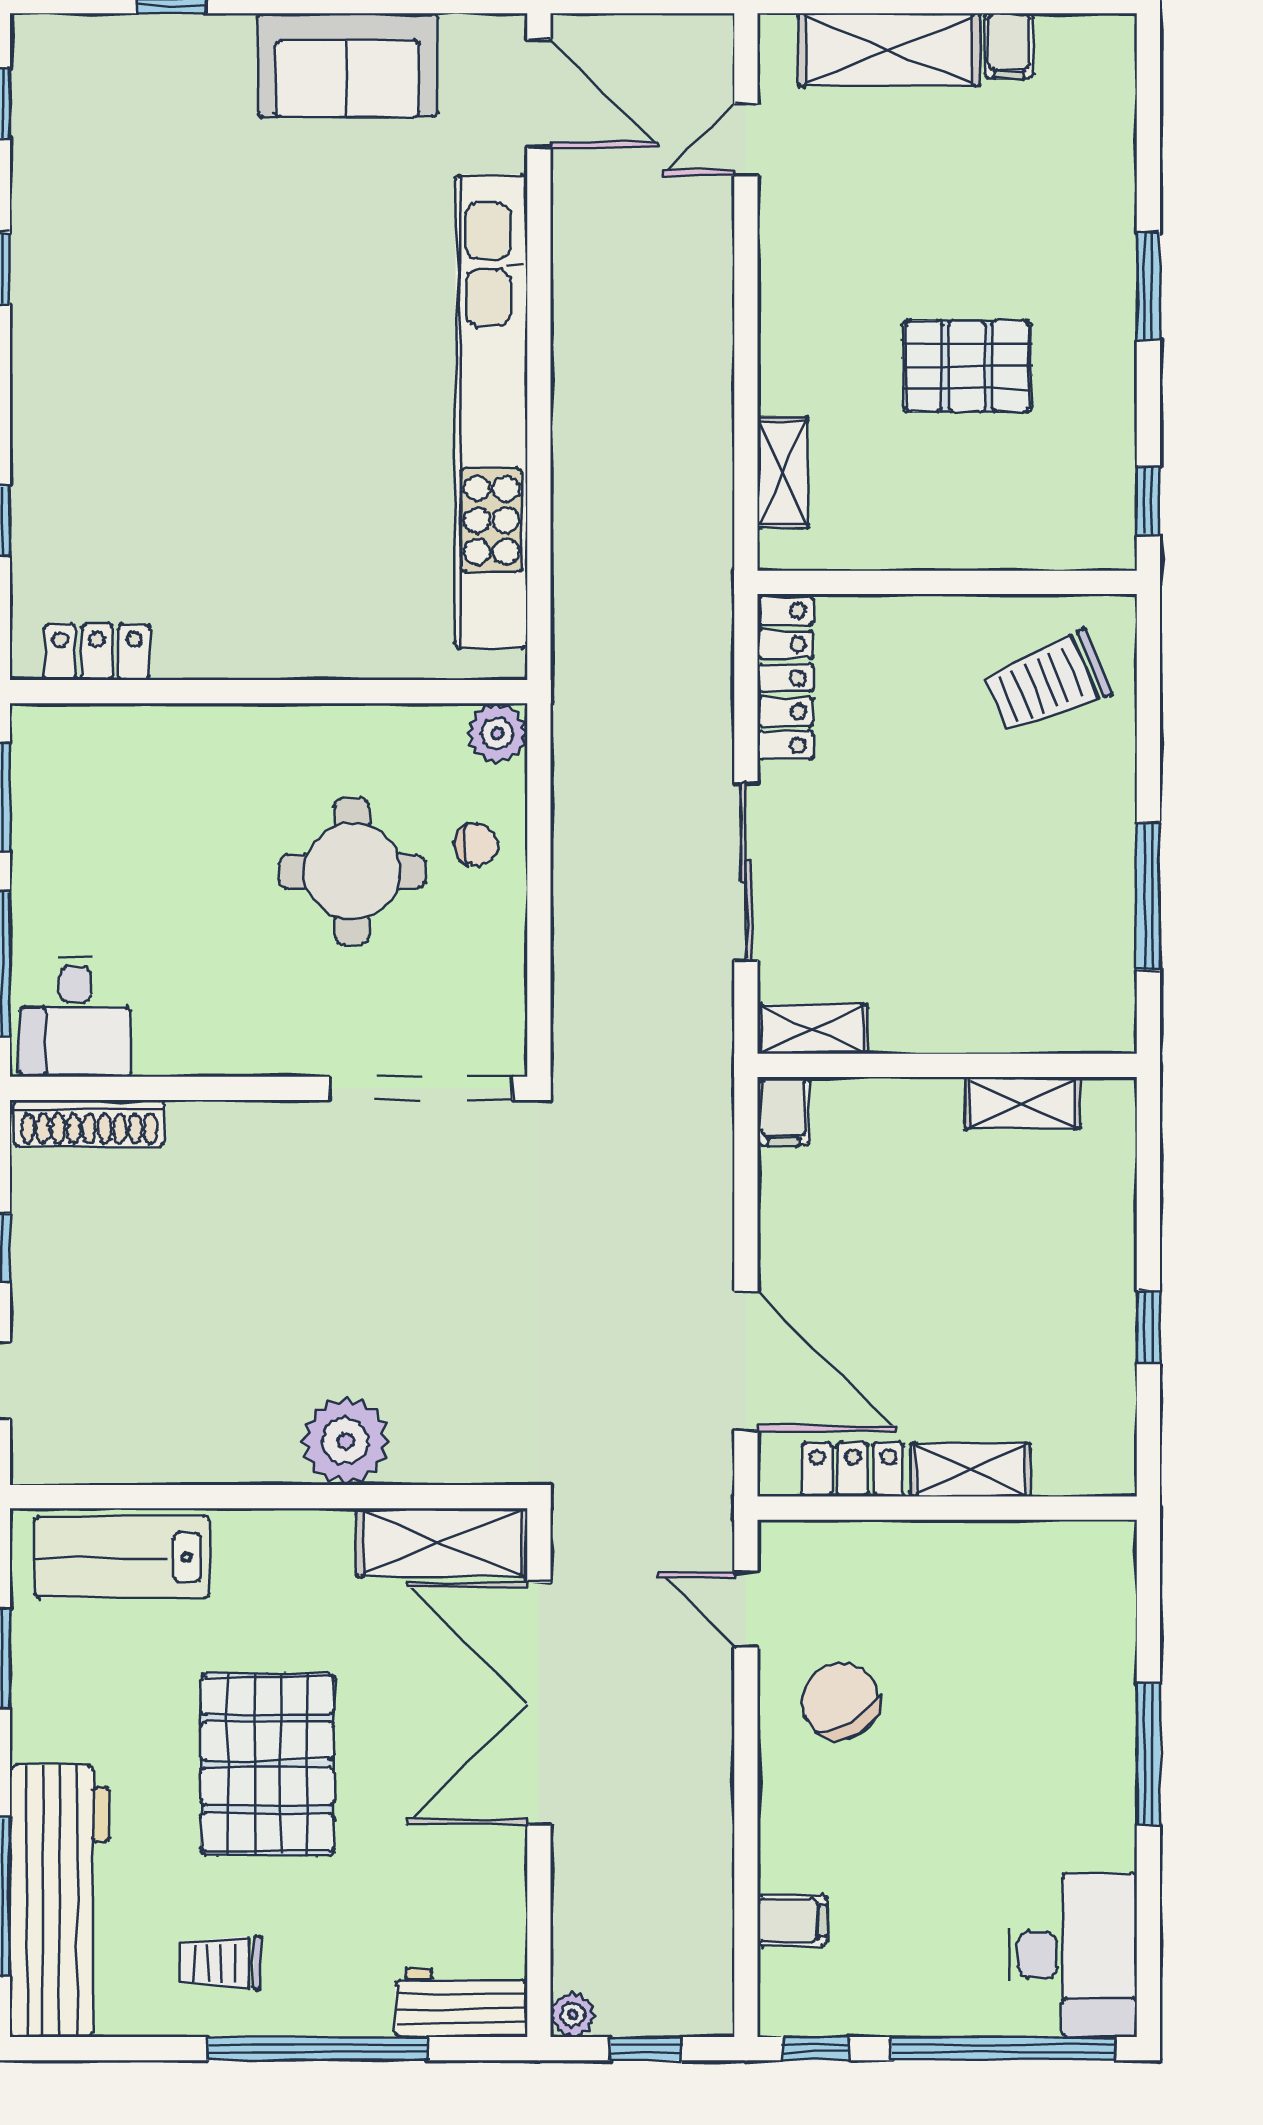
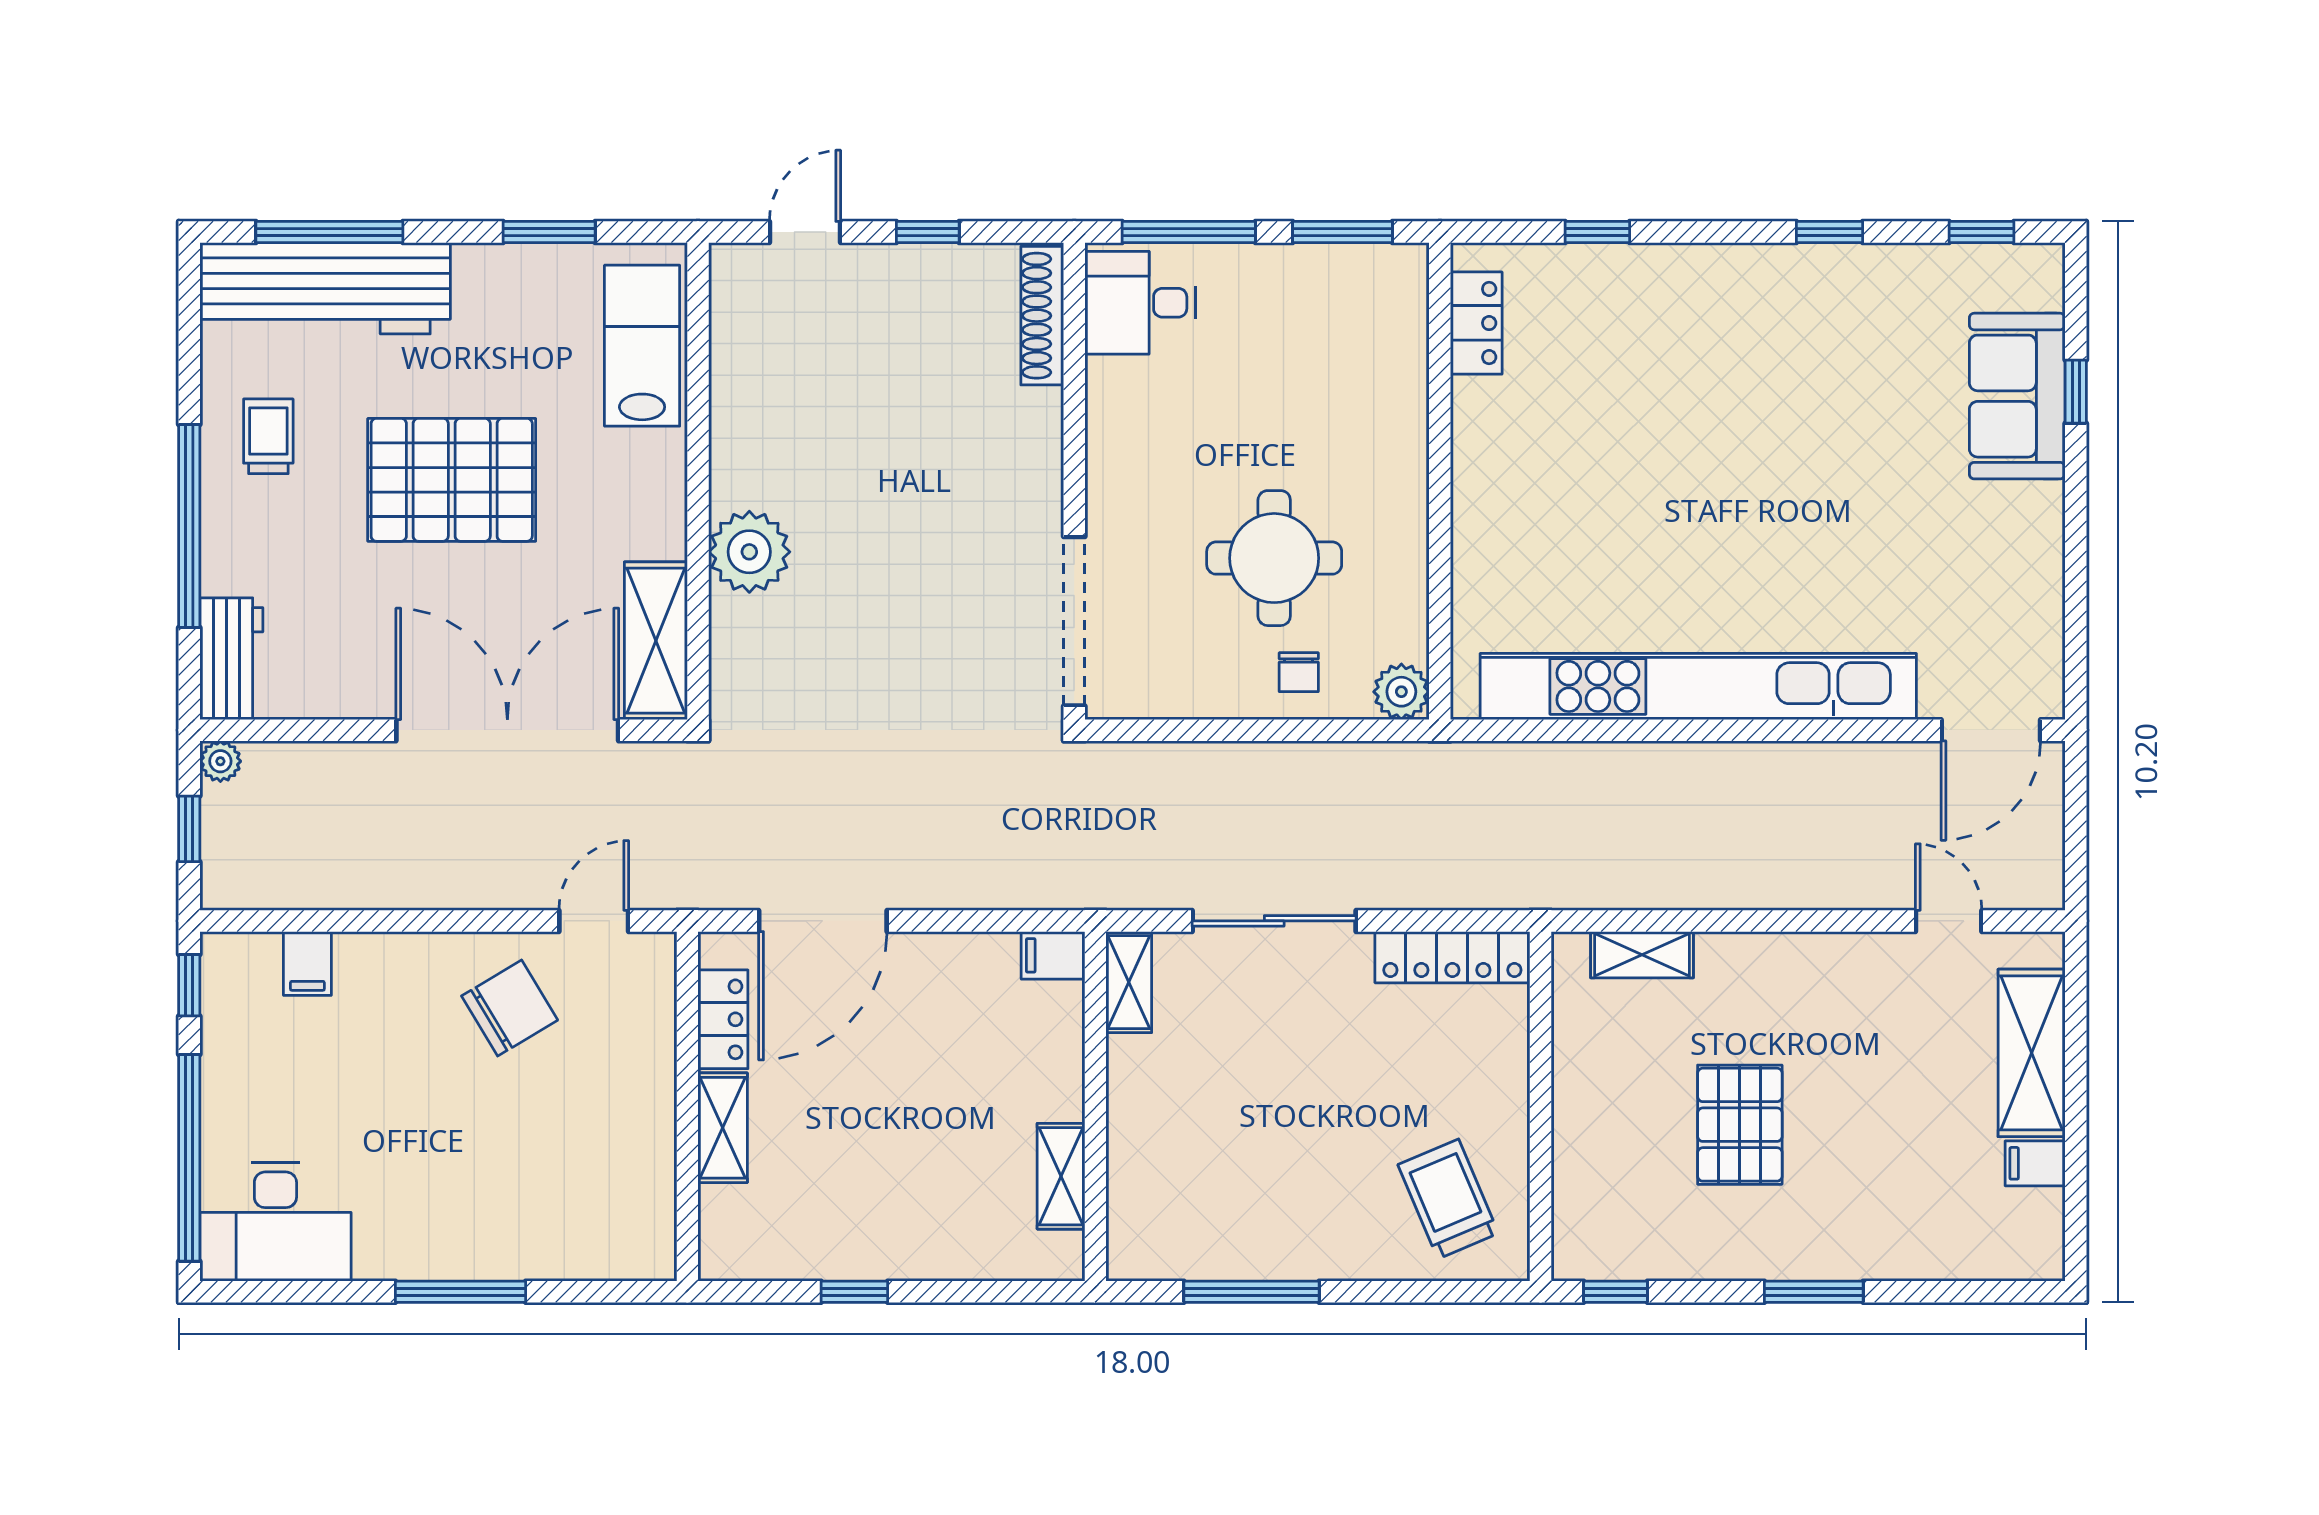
sofa: (347, 65) -> (2017, 396), moved

